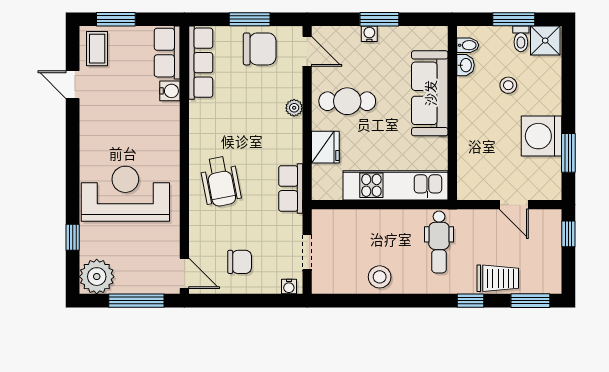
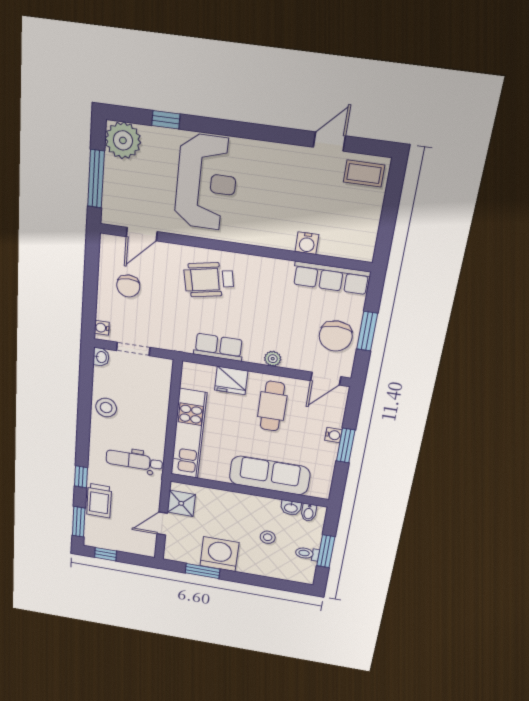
window: (116, 19) -> (392, 198), removed
shower: (545, 41) -> (181, 503), moved
row of seats: (167, 53) -> (347, 246), removed
row of seats: (291, 188) -> (218, 347), moved
window: (568, 234) -> (106, 554), moved
door: (184, 273) -> (142, 234), moved
washbasin: (322, 286) -> (101, 357), added

